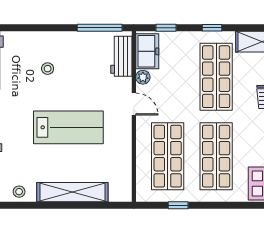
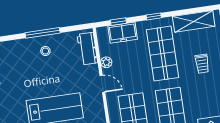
window: (100, 28) -> (43, 33), moved
freezer: (147, 51) -> (123, 33), moved, turned 90
stool: (48, 69) -> (45, 51), moved

